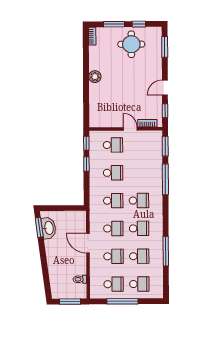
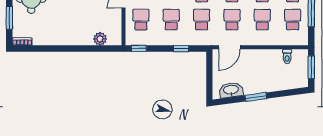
plant: (95, 77) -> (100, 39), moved
window: (86, 164) -> (181, 49), moved
window: (39, 227) -> (256, 97), moved
door: (88, 243) -> (229, 47), moved

